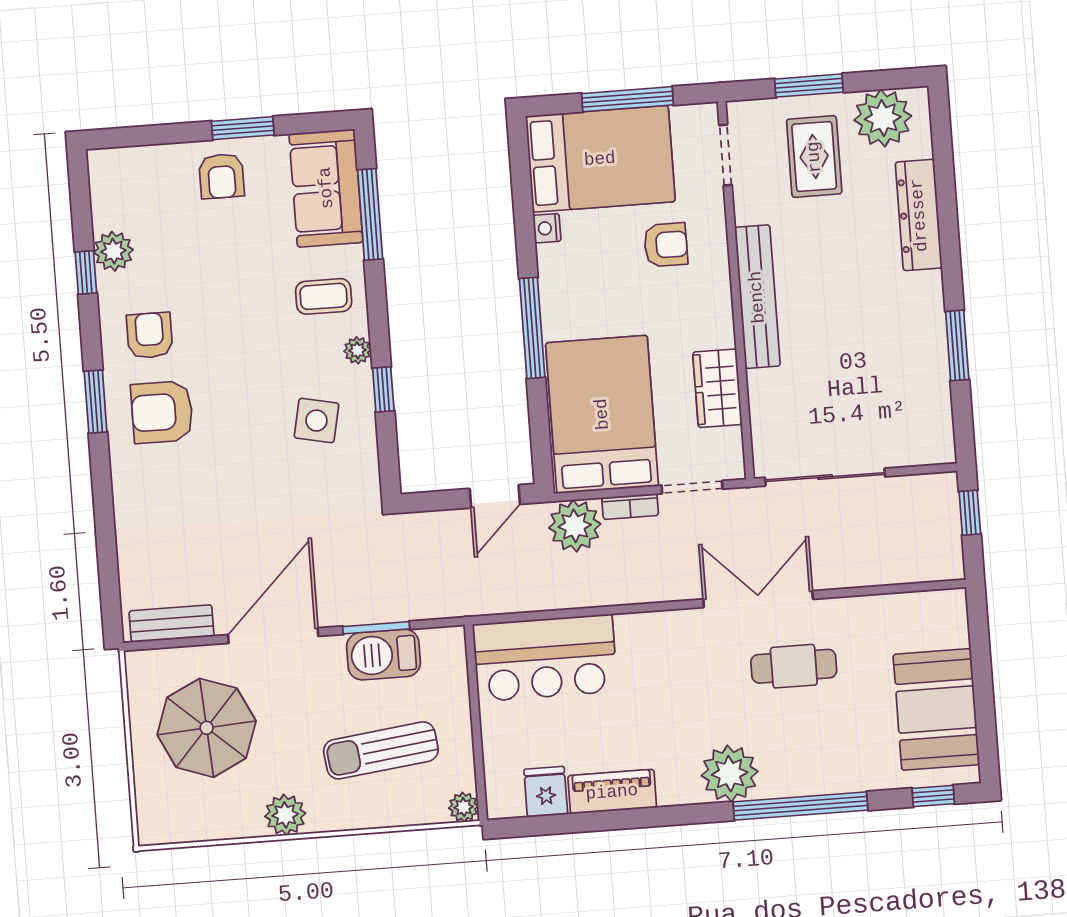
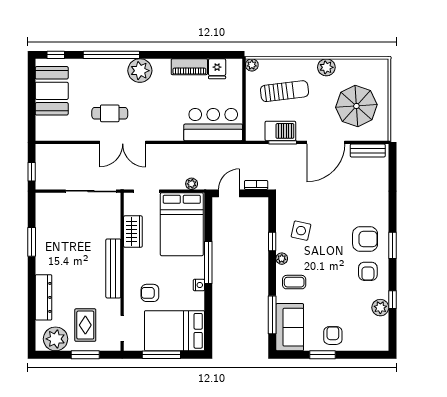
nightstand: (547, 228) -> (199, 285), moved
bookcase: (630, 507) -> (256, 185), moved
plant: (575, 526) -> (192, 184), width x0.53, depth x0.53

